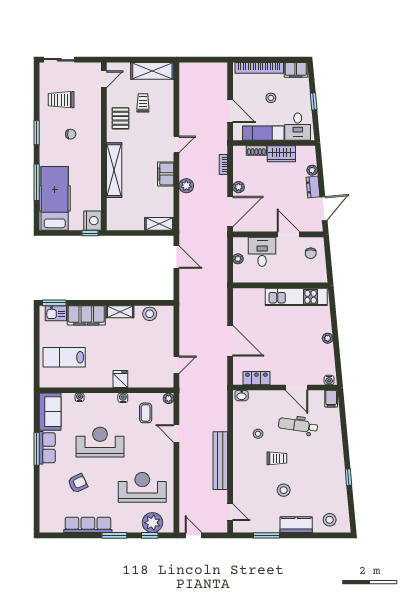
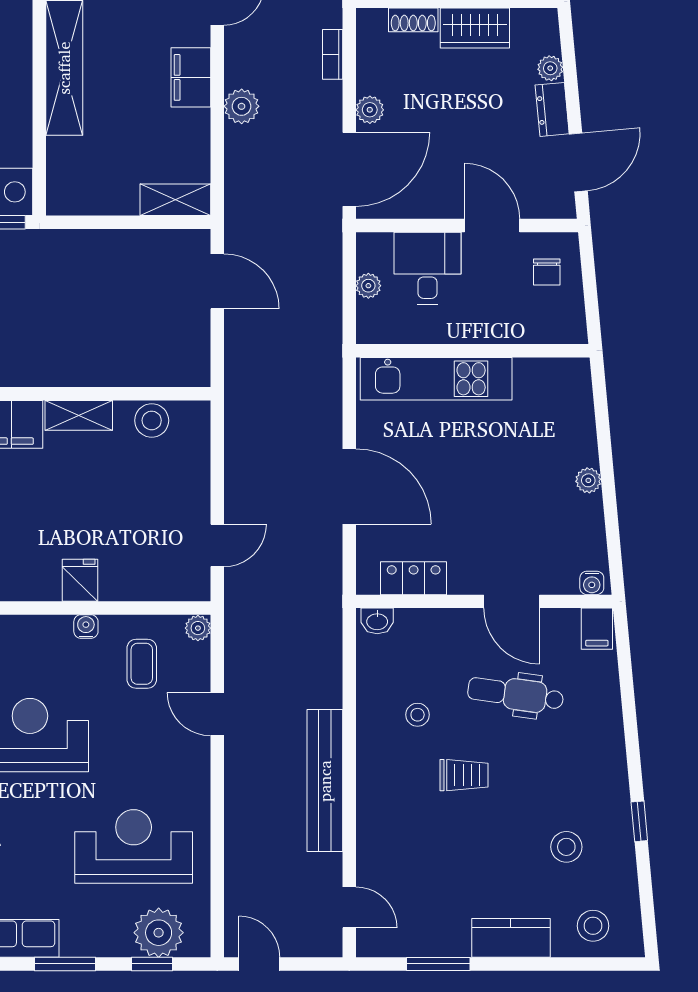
kitchen unit: (296, 297) -> (436, 379), moved
stool: (284, 490) -> (566, 847), moved

